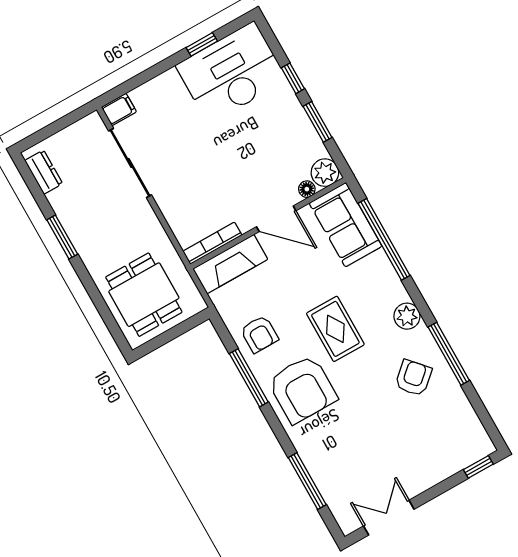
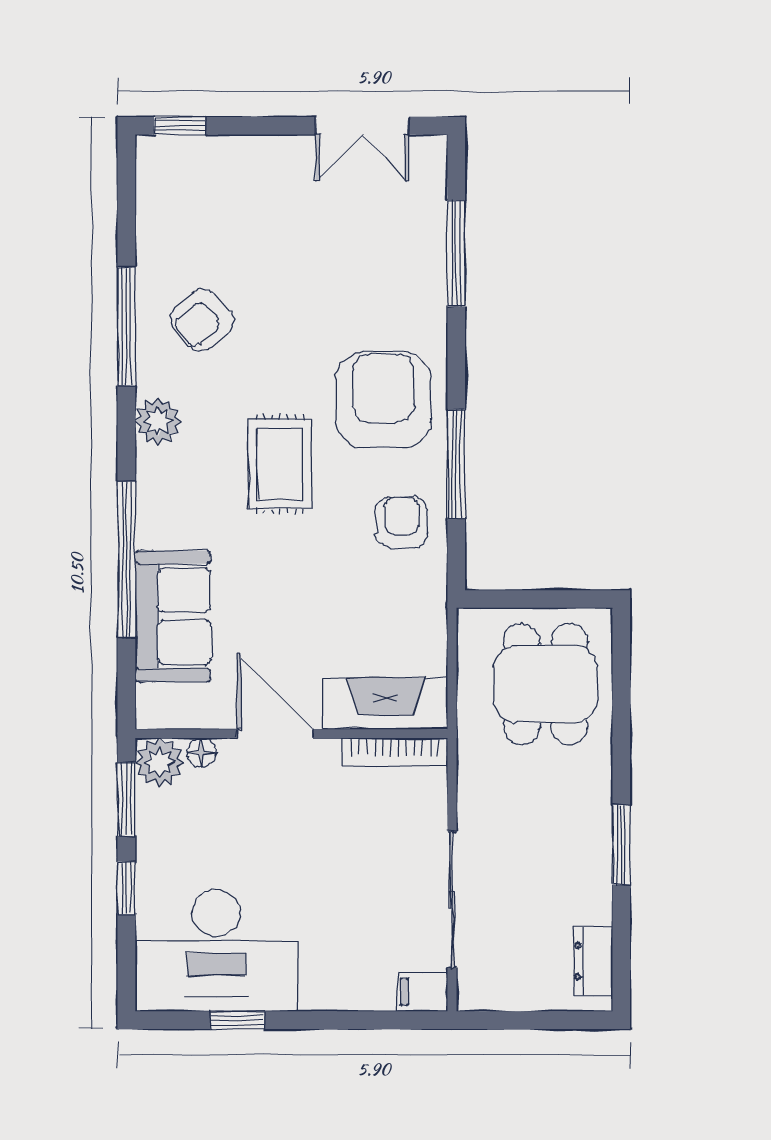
plant: (325, 173) -> (159, 762), moved
floor lamp: (307, 189) -> (202, 752), moved
door: (276, 219) -> (275, 734), moved
wall: (268, 223) -> (291, 734), moved
bookcase: (212, 243) -> (395, 751), moved
fireplace: (230, 264) -> (385, 704), moved

